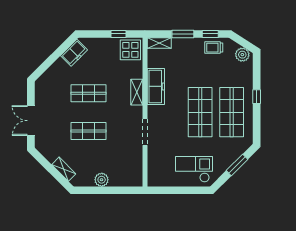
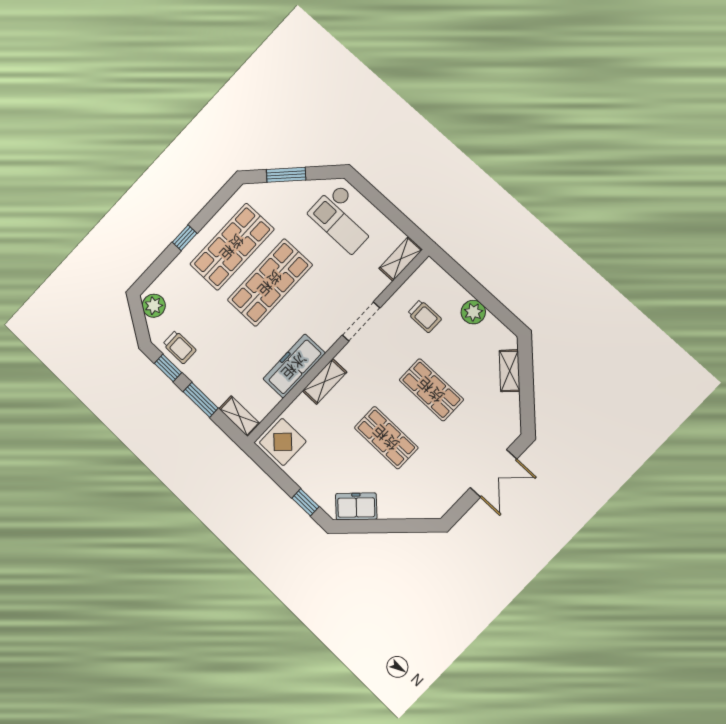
window: (118, 34) -> (306, 502), moved
trolley: (120, 159) -> (424, 316), added
shelving: (153, 174) -> (401, 259), added

